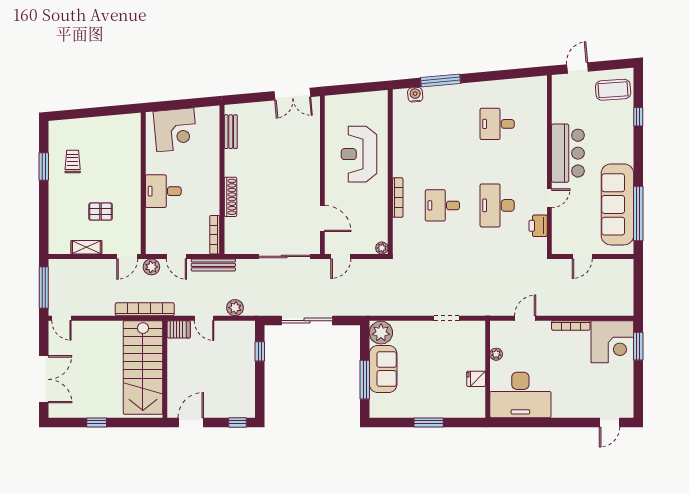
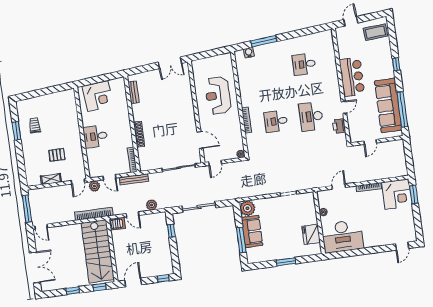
window: (638, 117) -> (396, 64), moved
fridge: (476, 379) -> (311, 234), width x1.88, depth x1.34
window: (138, 422) -> (99, 287), added

